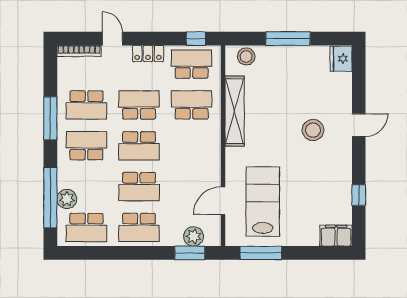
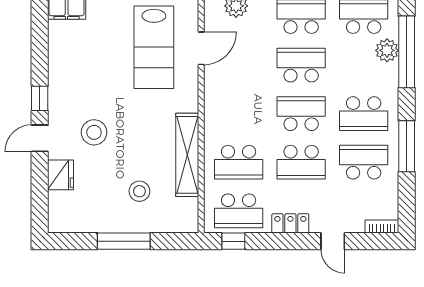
bookcase: (79, 51) -> (382, 226), width x0.64
stool: (246, 56) -> (139, 191), moved
fridge: (341, 59) -> (61, 175), moved
window: (359, 195) -> (40, 98), moved

